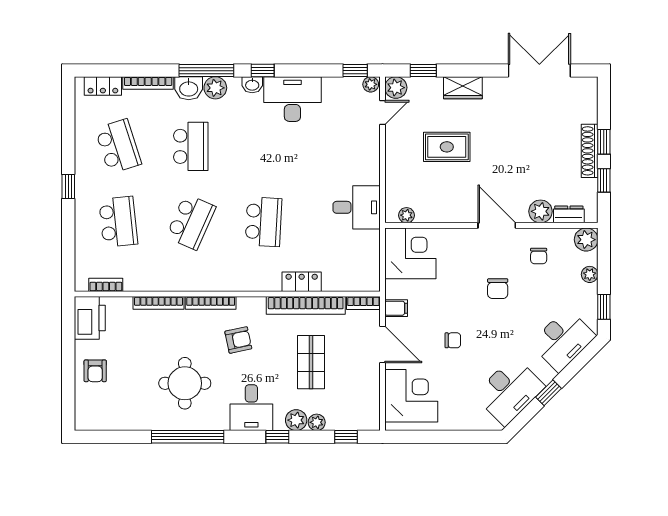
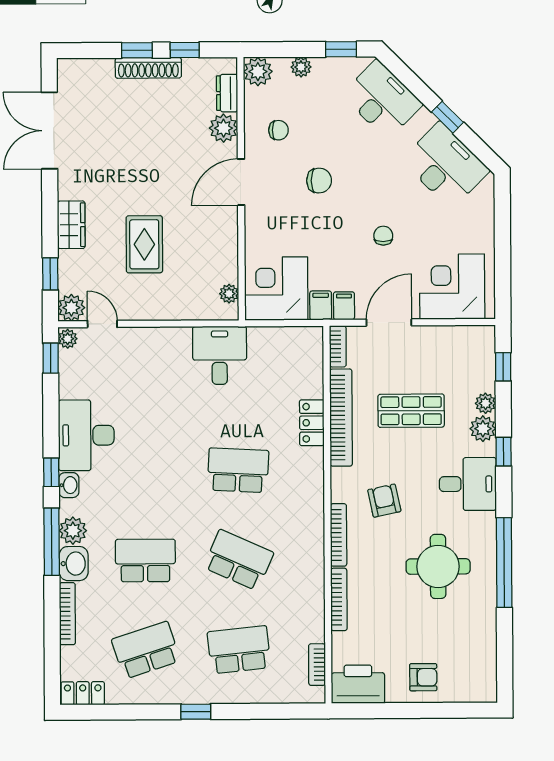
locker: (103, 86) -> (83, 693), moved, turned -90
filing cabinet: (397, 289) -> (321, 305), added

